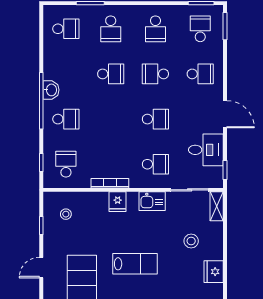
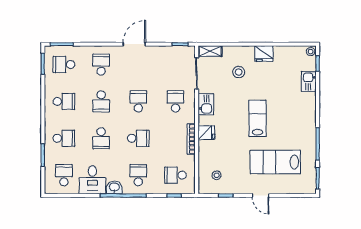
school desk: (111, 74) -> (101, 138), turned 180
school desk: (111, 119) -> (138, 138), added
desk: (206, 150) -> (92, 180), moved, turned 180

